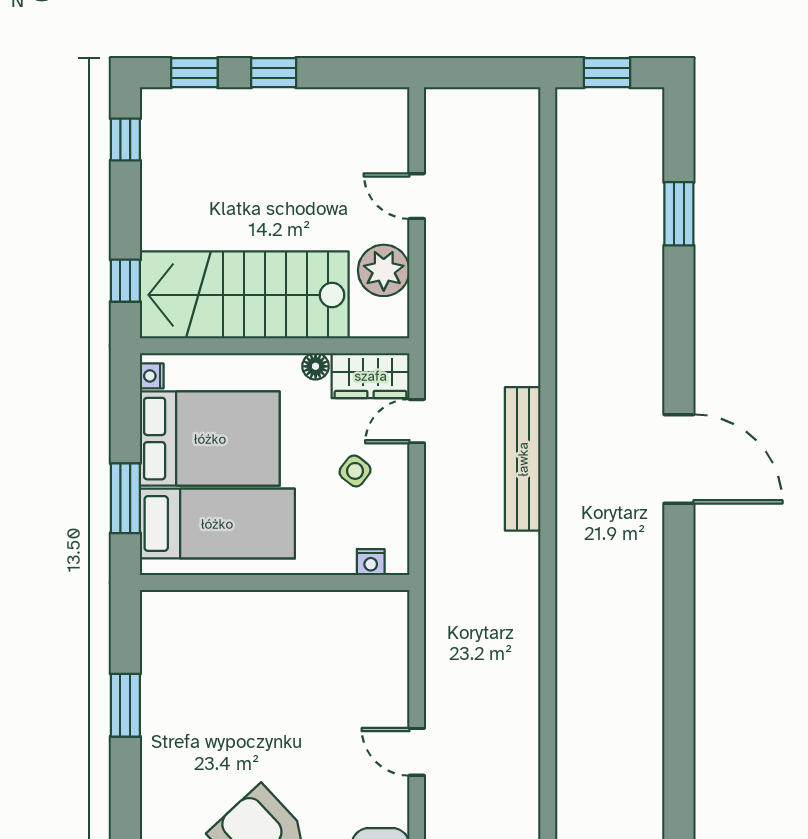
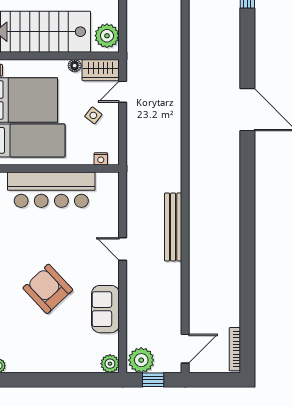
plant: (384, 270) -> (107, 36), moved
bench: (523, 459) -> (173, 227), moved
bar counter: (267, 627) -> (51, 190), added

